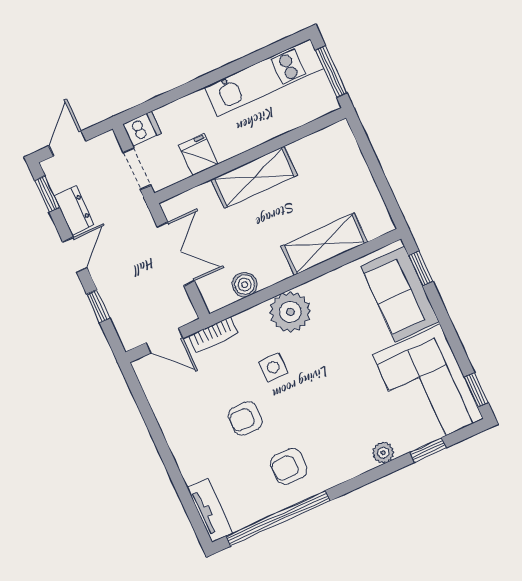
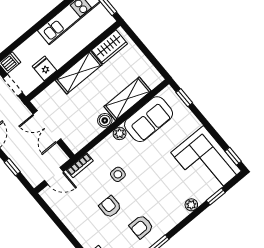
wardrobe: (318, 148) -> (109, 47), added
double door: (176, 254) -> (47, 127), swing flipped
boiler: (245, 285) -> (105, 120), moved
sofa: (400, 294) -> (149, 119), moved, turned -90
plant: (290, 312) -> (120, 133), width x0.53, depth x0.53
armchair: (245, 418) -> (110, 207), turned 90

